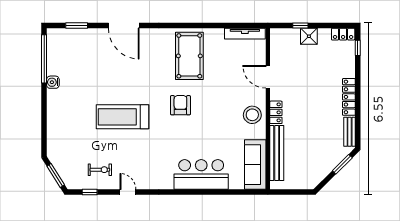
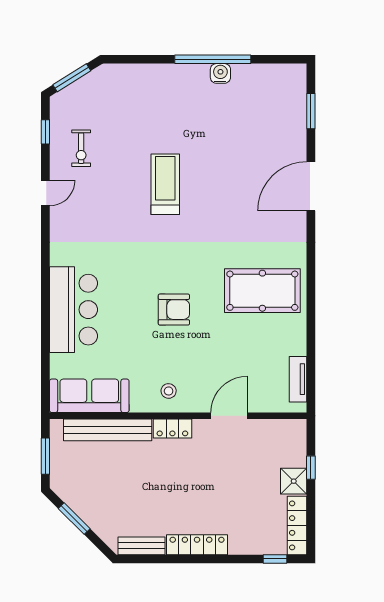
tv unit: (245, 34) -> (298, 379), width x0.71
locker: (343, 34) -> (297, 525), width x1.53
window: (44, 59) -> (213, 59), moved
armchair: (180, 105) -> (174, 310), moved
stool: (252, 115) -> (169, 391), width x0.53, depth x0.53
treadmill: (122, 117) -> (165, 184), width x0.73, depth x0.73
window: (342, 164) -> (74, 519), moved
window: (293, 192) -> (45, 456), added

